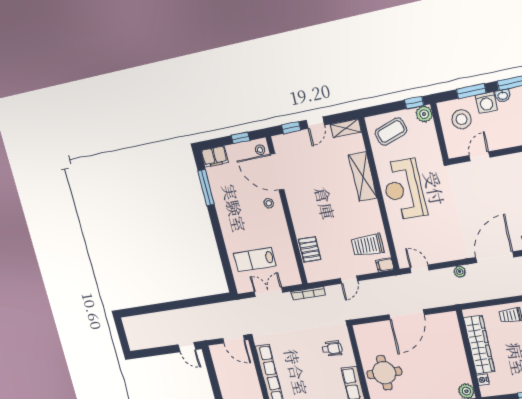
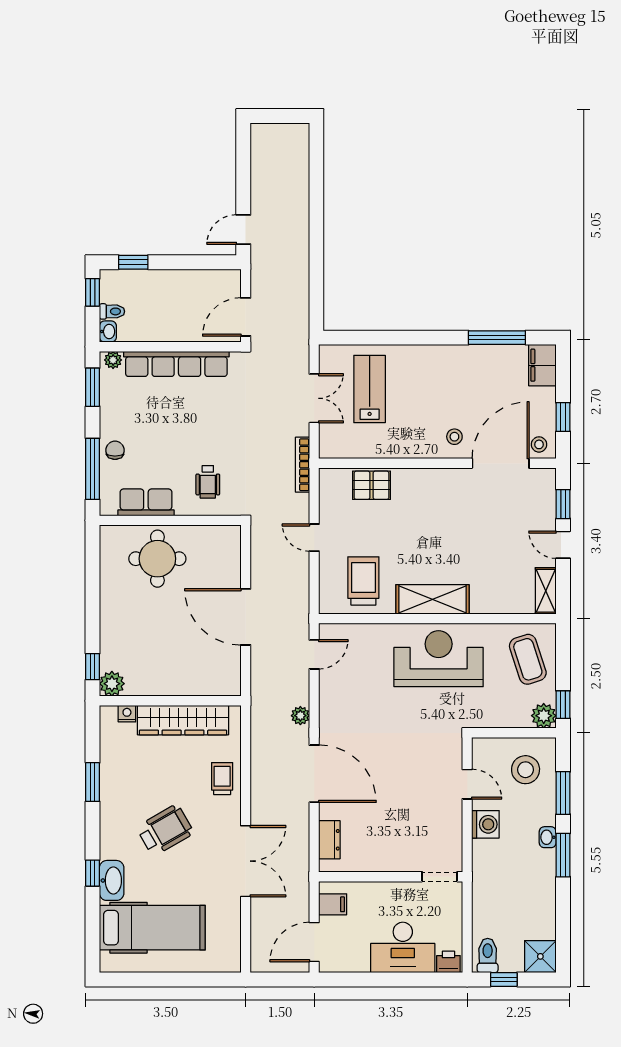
washing machine: (486, 103) -> (485, 824), moved, turned 180
shelving: (363, 176) -> (432, 599), moved
filing cabinet: (385, 265) -> (328, 601), removed

